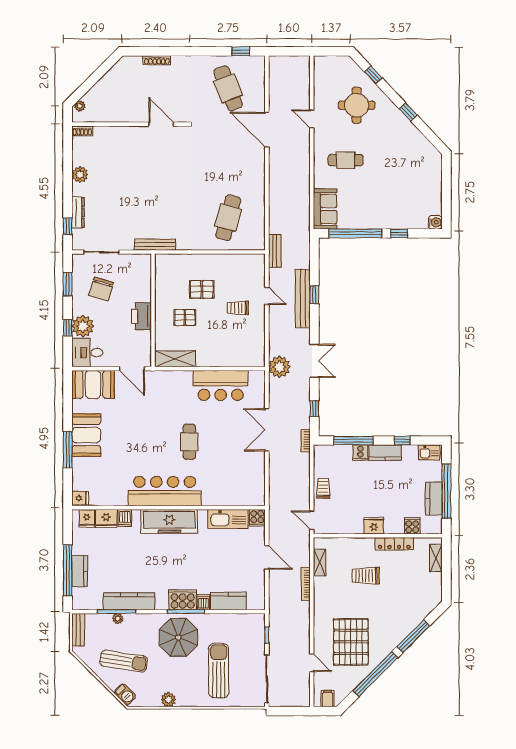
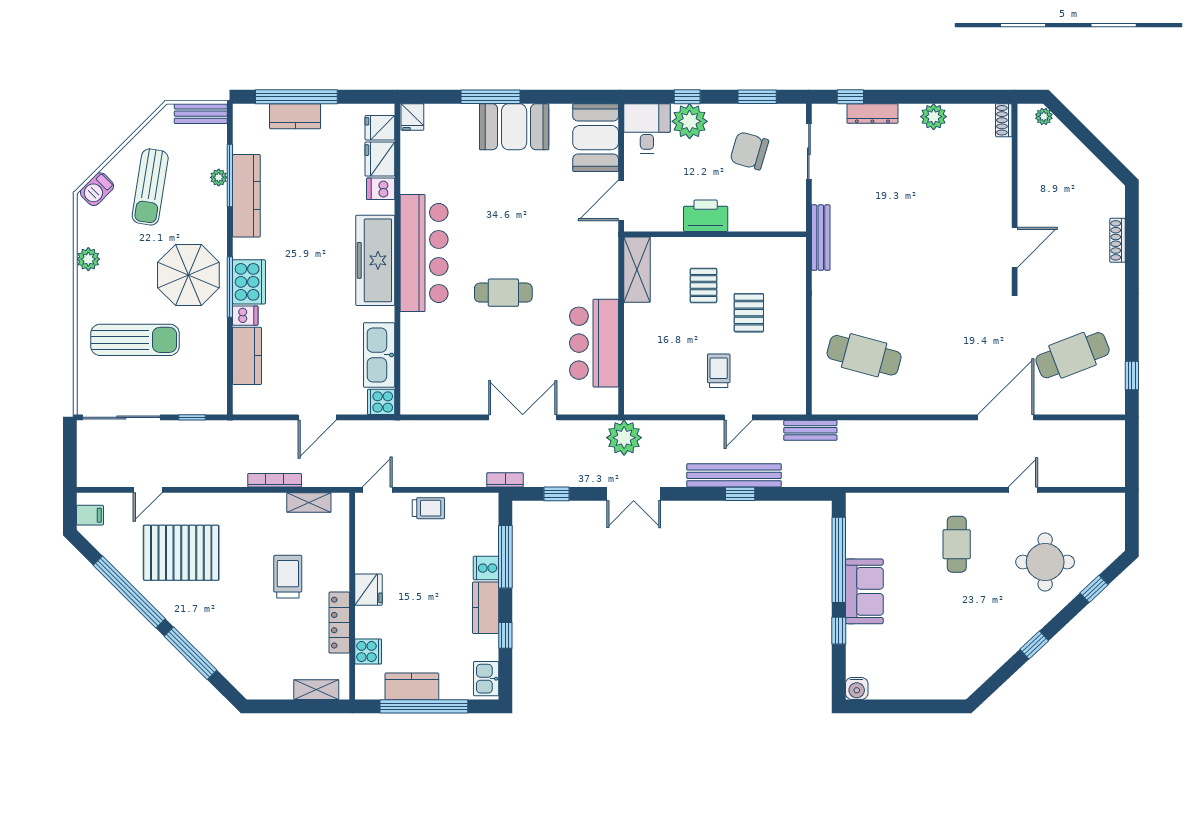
sofa: (325, 209) -> (864, 591), moved, turned -90

